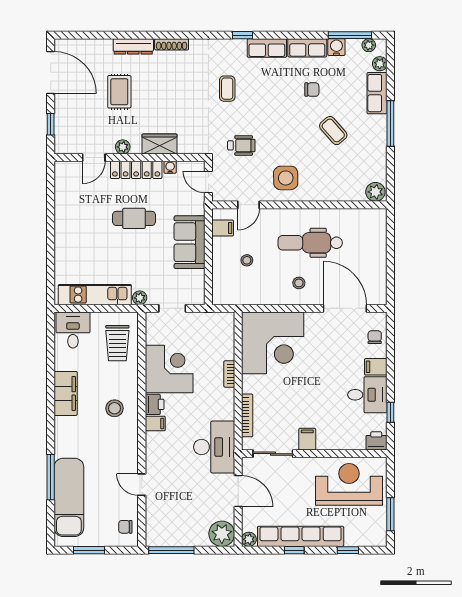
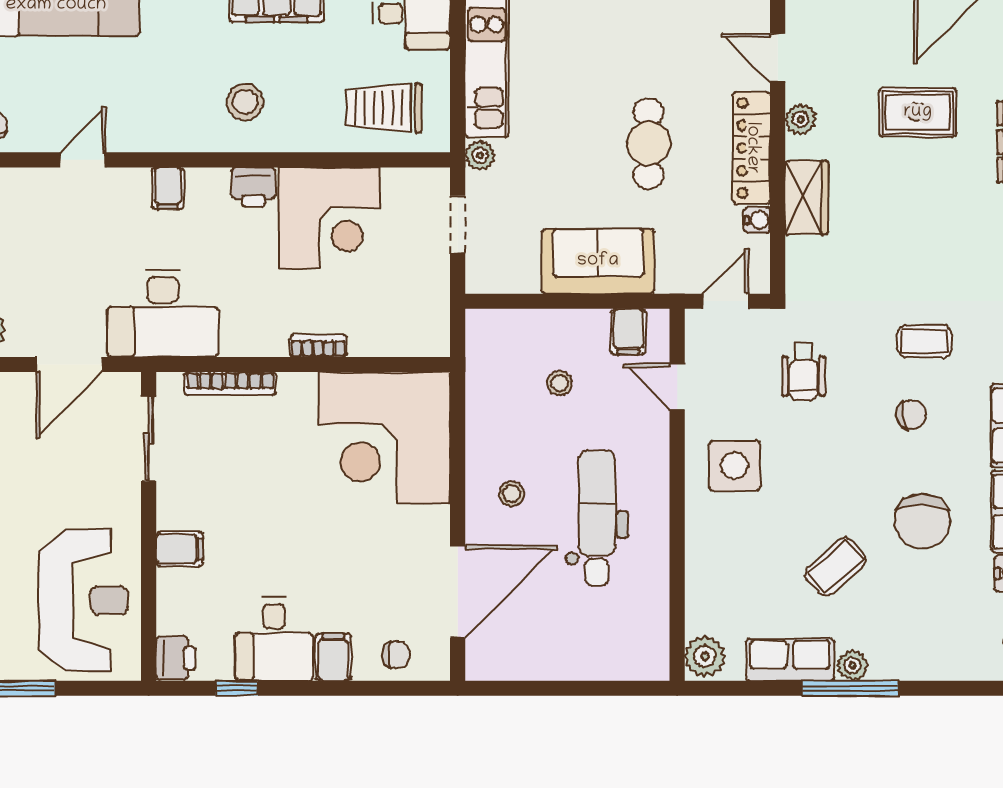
plant: (380, 64) -> (852, 666), moved
chair: (312, 90) -> (922, 521), width x1.87, depth x1.87
row of seats: (377, 93) -> (790, 660), moved
chair: (262, 95) -> (911, 414), added
filing cabinet: (155, 424) -> (168, 188), moved
filing cabinet: (307, 439) -> (180, 549), moved

